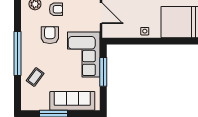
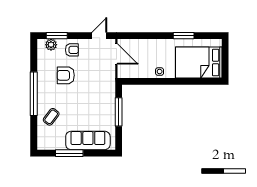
armchair: (50, 35) -> (66, 75), turned -90
corner sofa: (84, 55) -> (99, 95), removed

